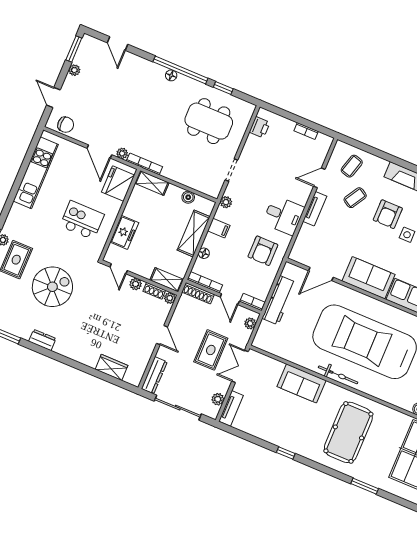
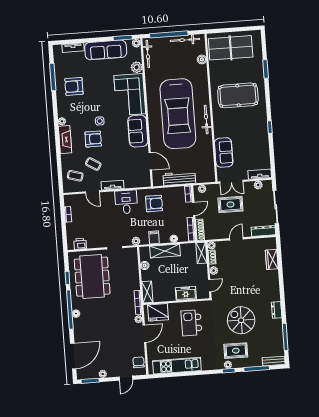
door: (118, 44) -> (73, 356), width x1.87
dining table: (209, 121) -> (92, 277), width x1.36, depth x1.24
sofa: (302, 383) -> (224, 152), moved

